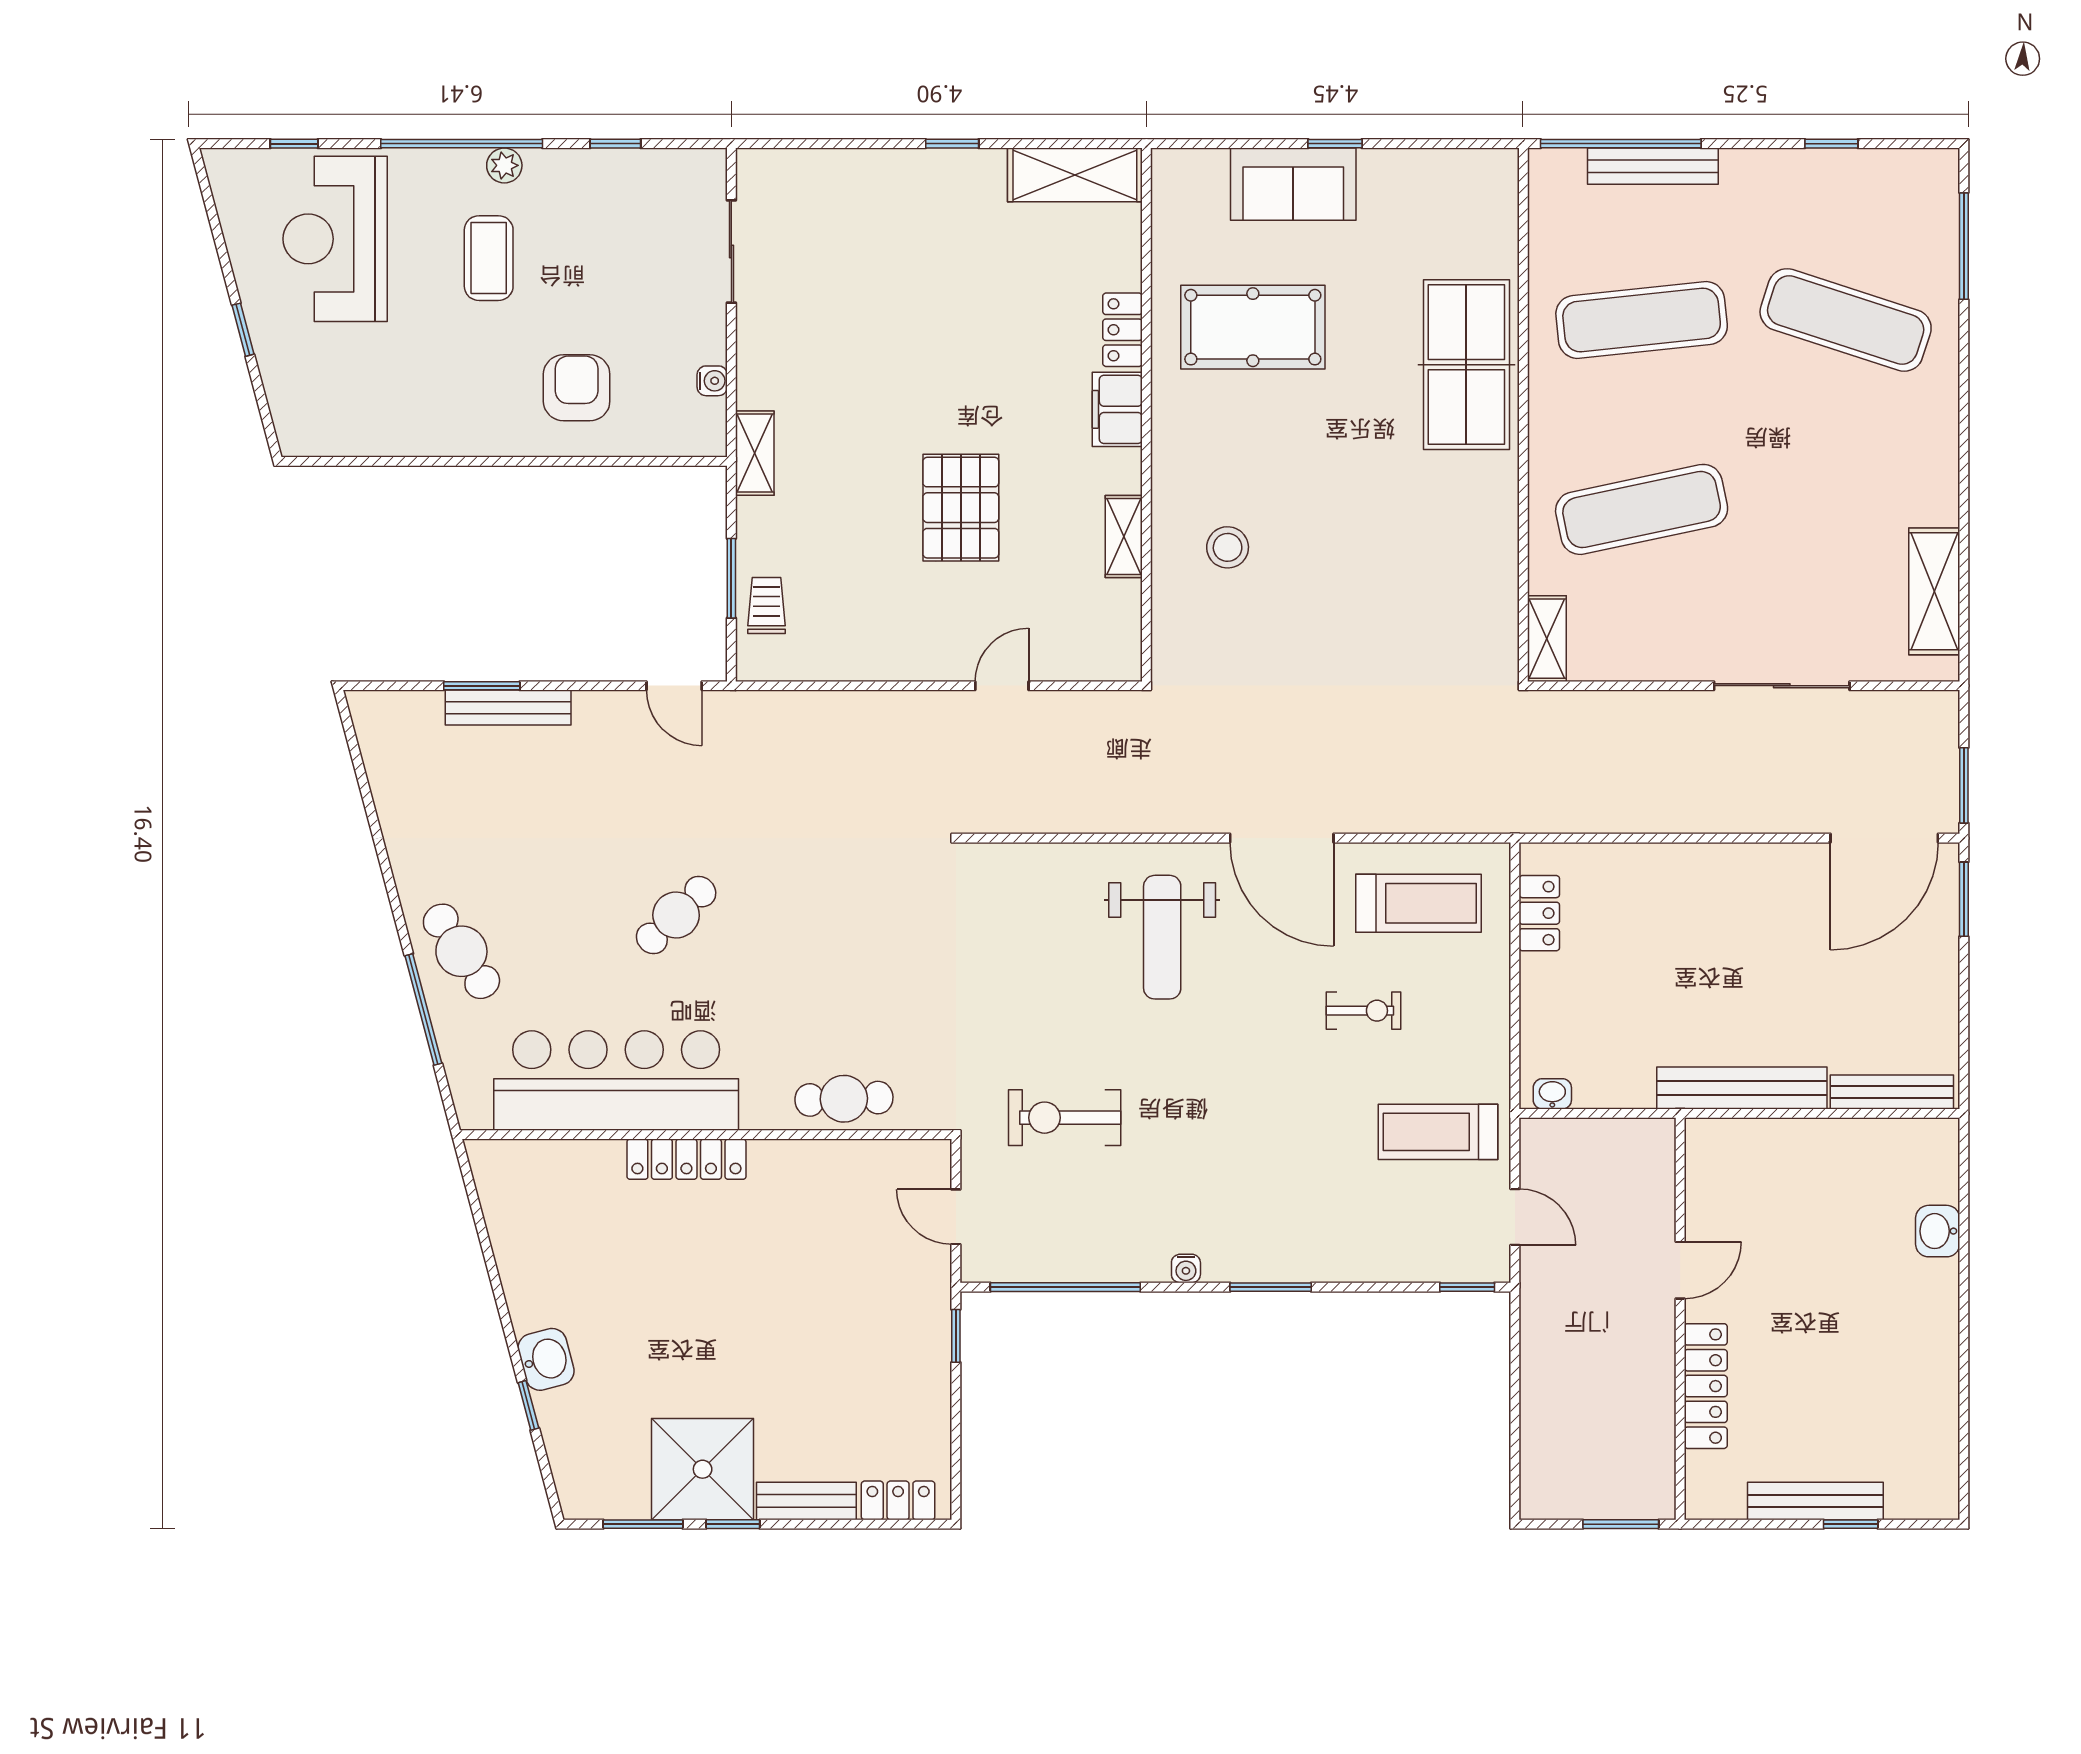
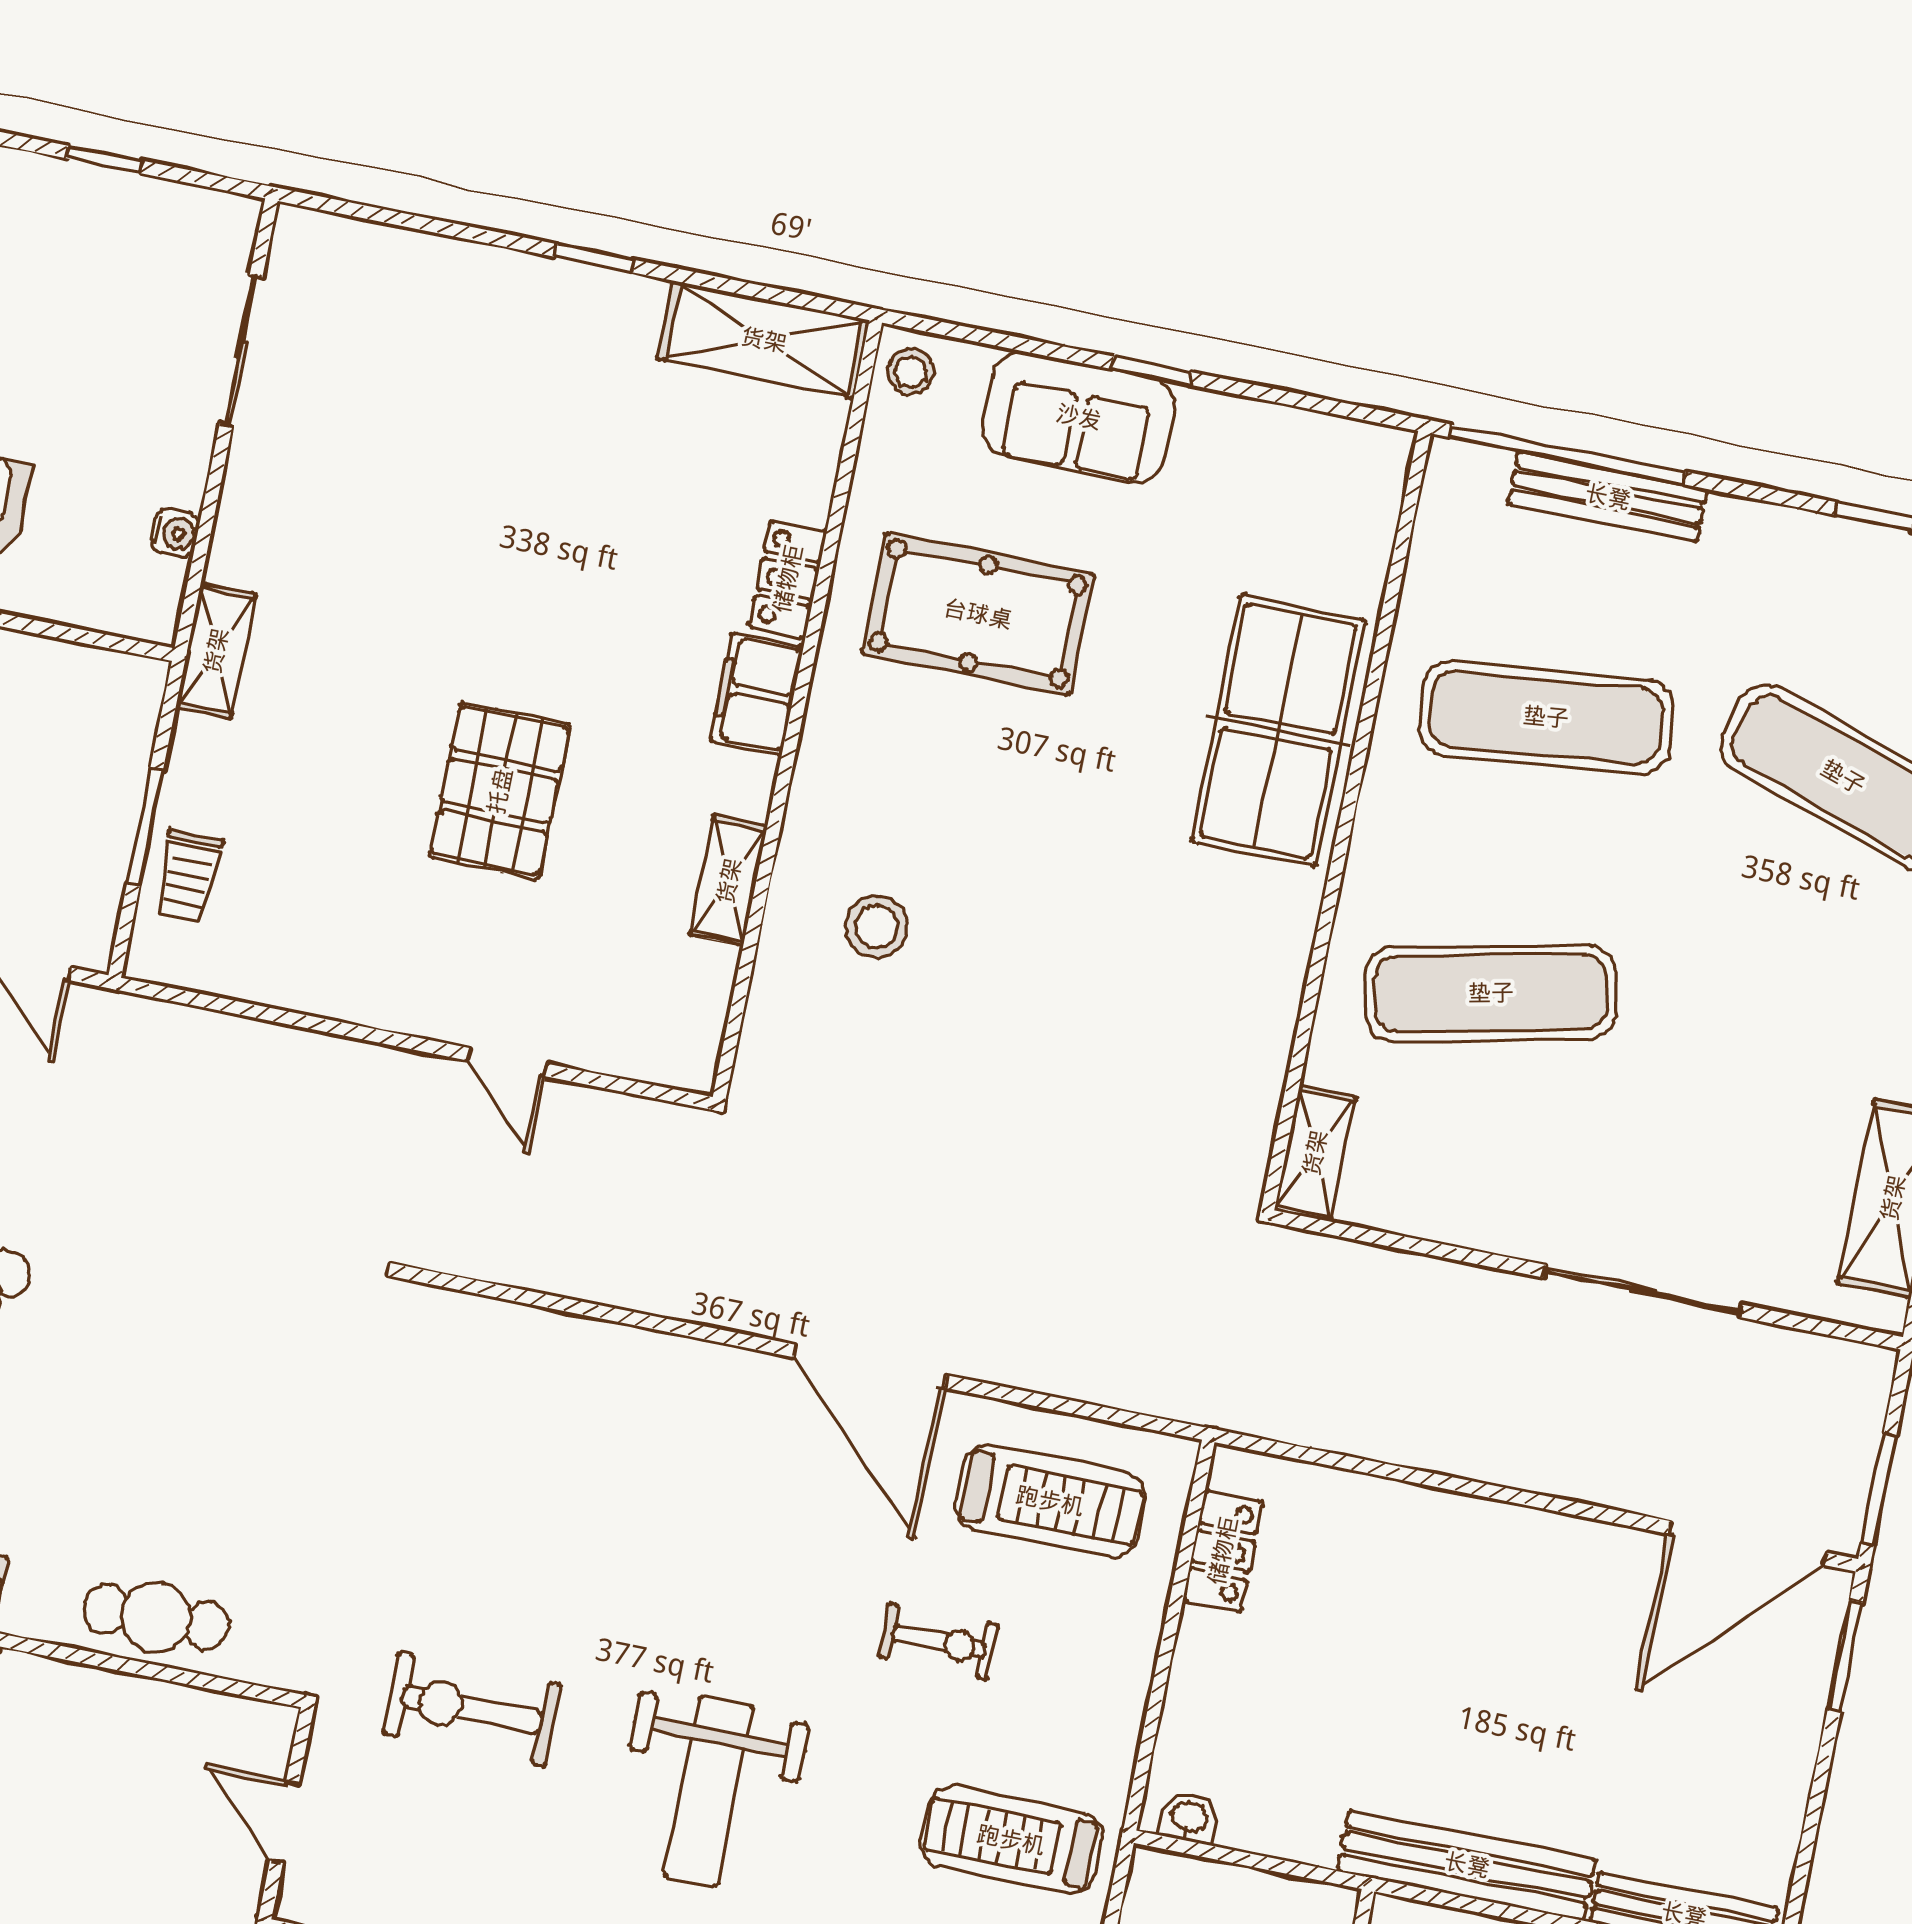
stool: (1176, 177) -> (911, 372), added
trolley: (767, 606) -> (188, 876), turned 180
door: (1002, 686) -> (507, 1062), swing flipped
weight bench: (1162, 937) -> (708, 1791), moved

